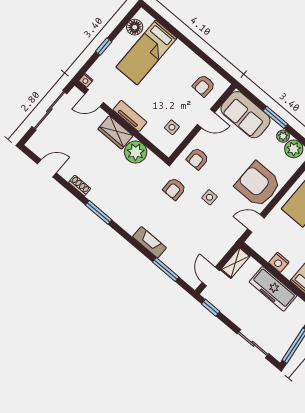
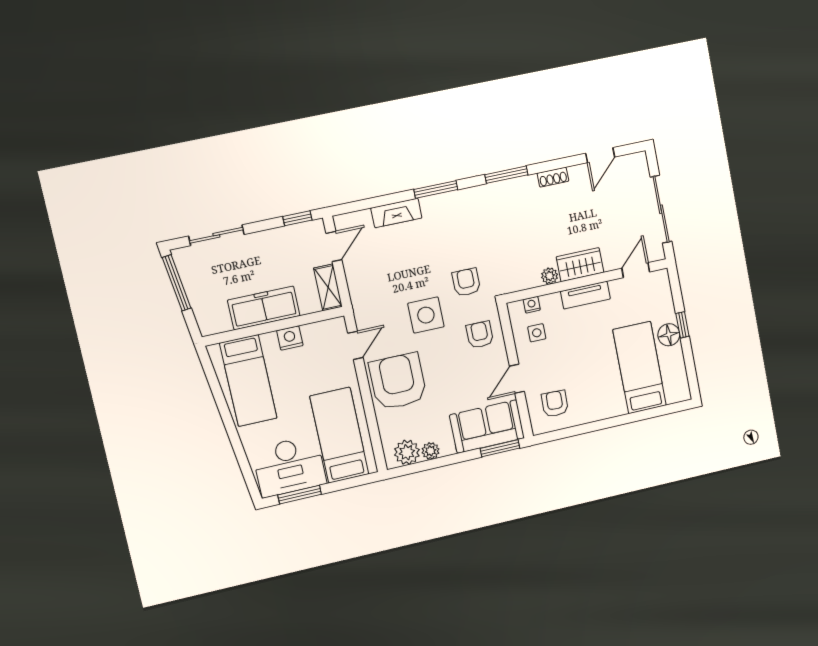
floor lamp: (135, 27) -> (669, 335), moved
nightstand: (86, 80) -> (532, 305), moved
window: (275, 117) -> (500, 448), moved
plant: (136, 152) -> (550, 276), width x0.53, depth x0.53
armchair: (258, 184) -> (398, 381), turned -90
side table: (210, 197) -> (426, 315), width x1.87, depth x1.87
fireplace: (149, 242) -> (396, 213), moved
window: (166, 270) -> (436, 189), moved
door: (211, 276) -> (334, 247), hinge flipped

